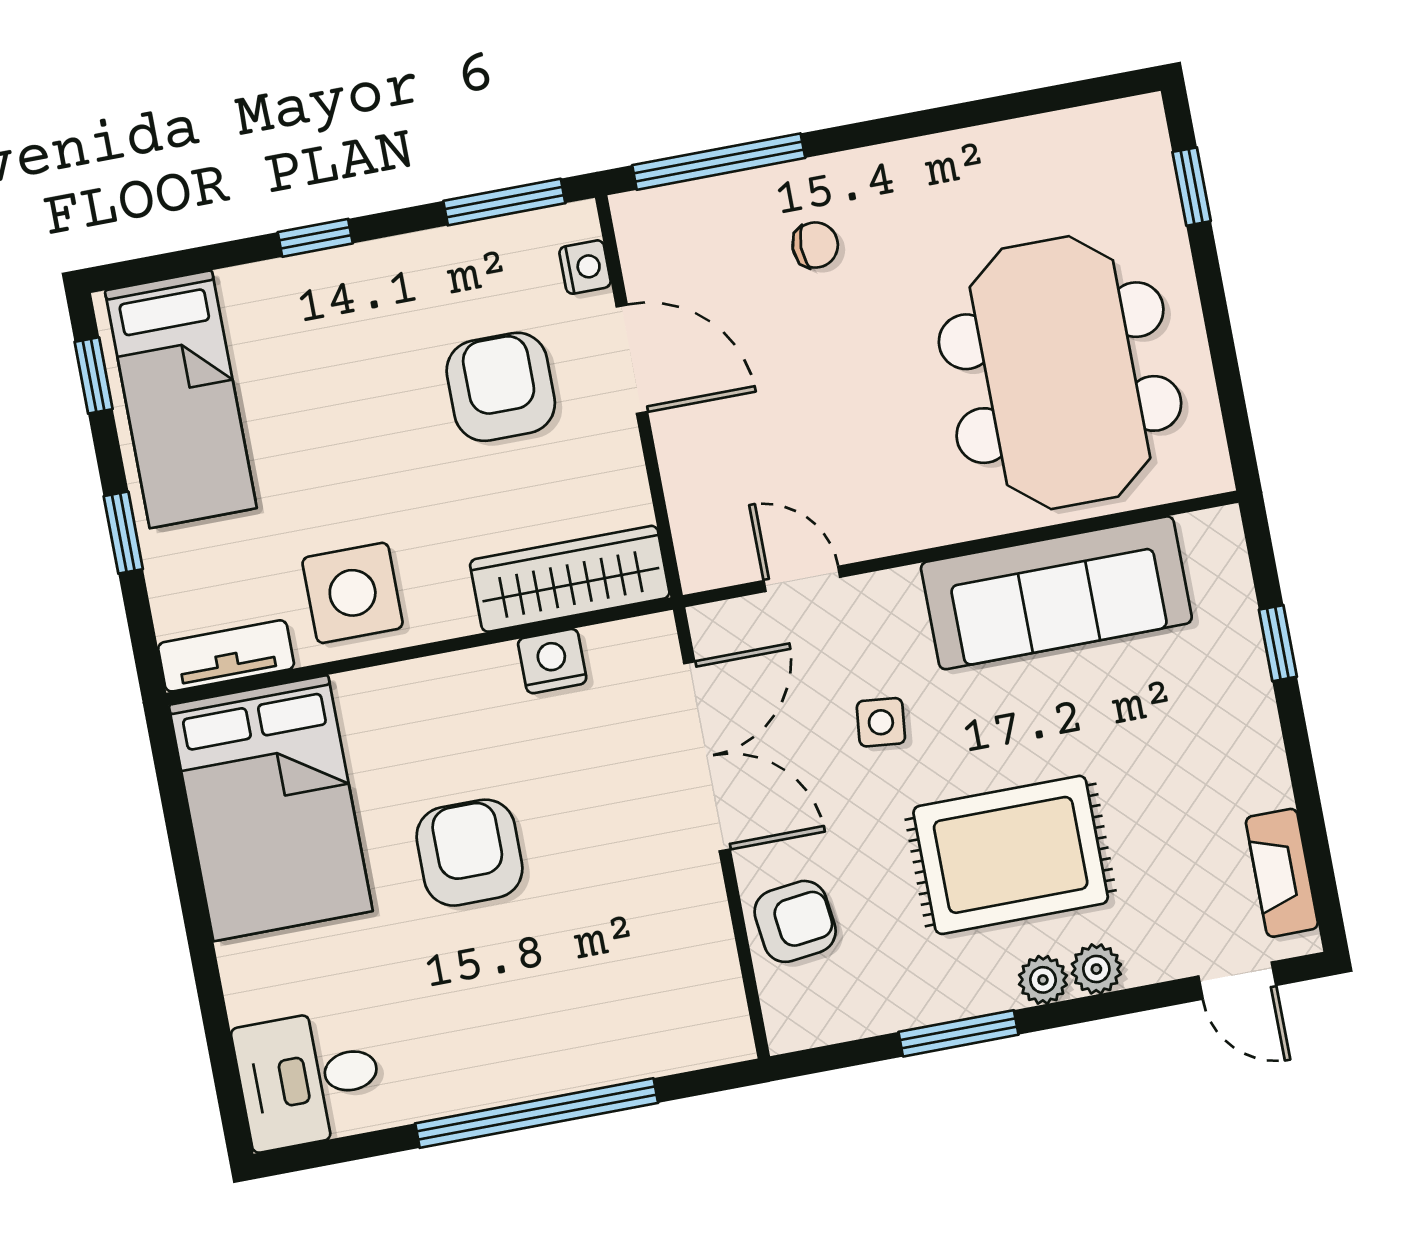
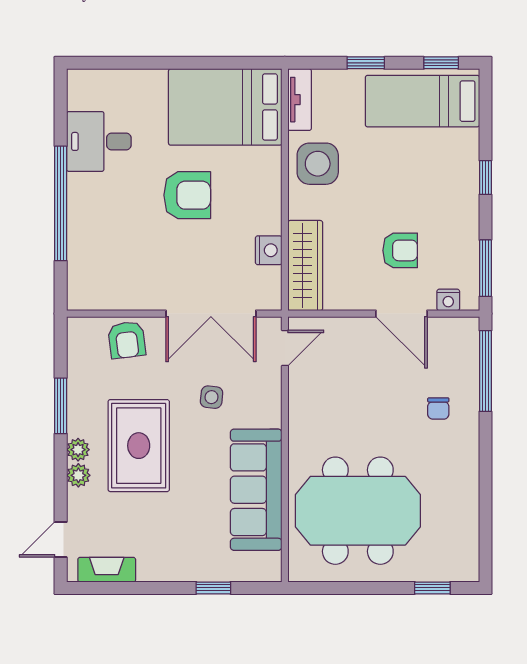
door: (632, 359) -> (401, 314), hinge flipped
armchair: (501, 387) -> (400, 250), width x0.72, depth x0.72
door: (802, 579) -> (285, 348), moved
desk: (309, 1079) -> (99, 141), moved, turned -90

